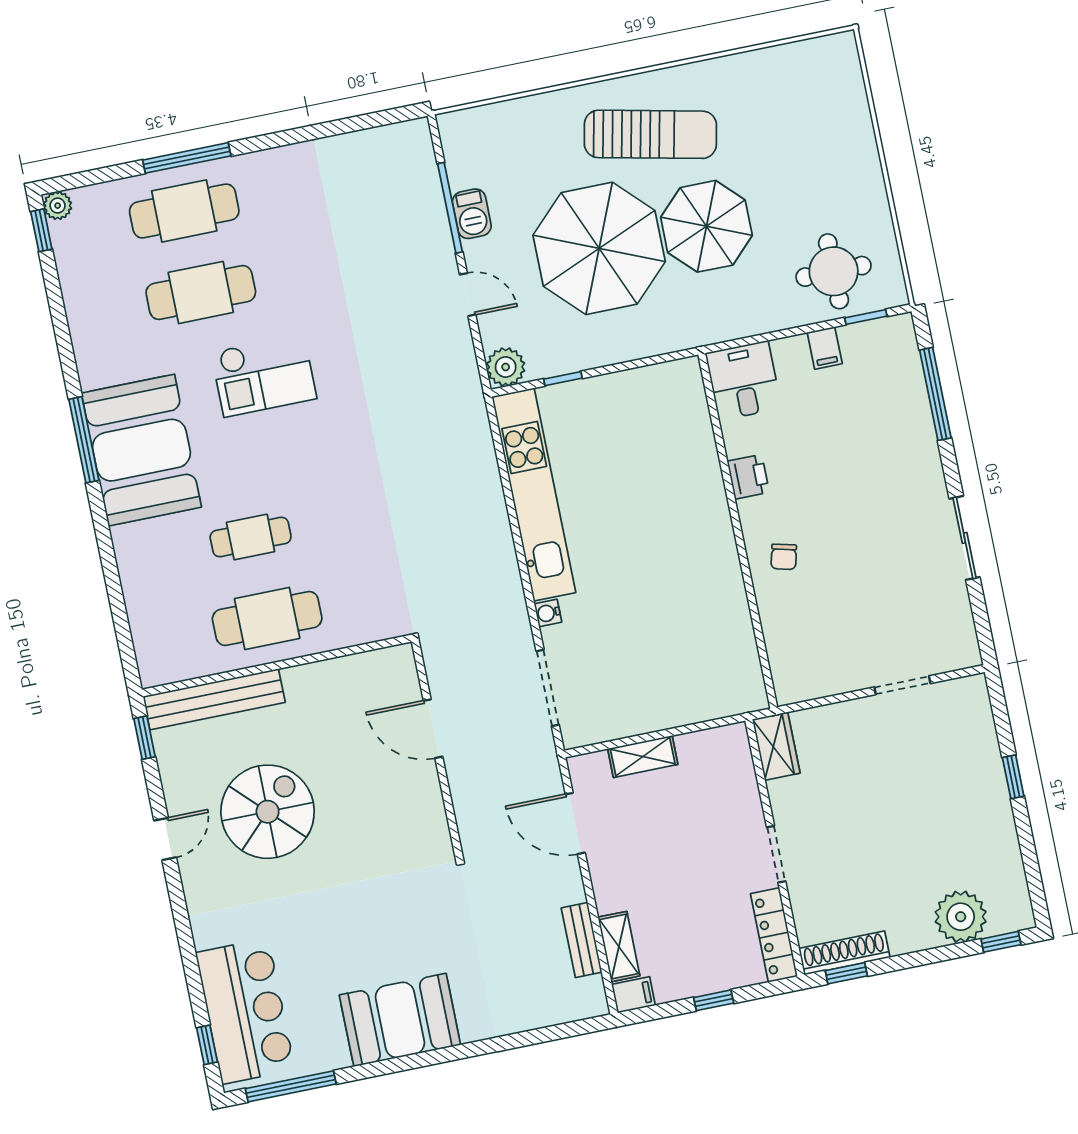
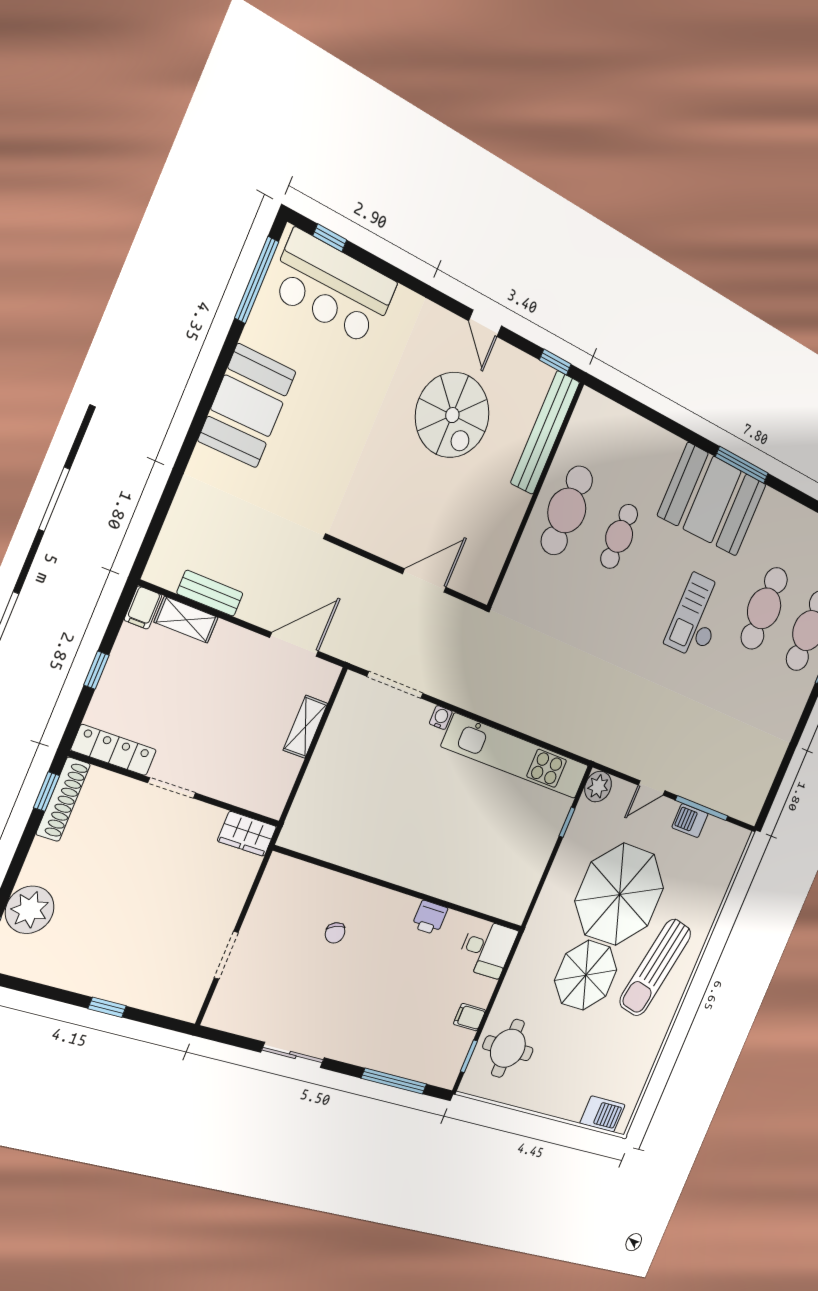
barbecue: (845, 80) -> (602, 1114), added
chair: (784, 557) -> (335, 933), moved, turned -124

